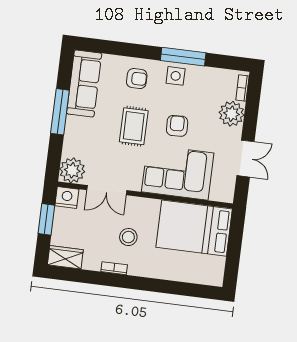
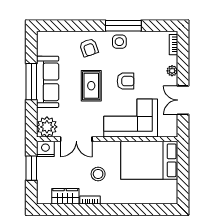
armchair: (137, 79) -> (89, 48), turned 71
sofa: (84, 83) -> (48, 82), moved
plant: (232, 114) -> (172, 71), width x0.53, depth x0.53
armchair: (177, 126) -> (126, 81), turned 92
double door: (245, 159) -> (183, 100), swing flipped
wardrobe: (65, 257) -> (65, 196), moved

